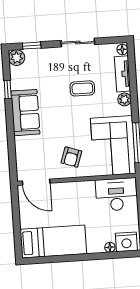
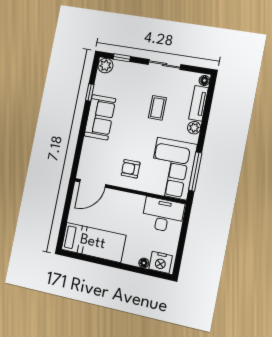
coffee table: (82, 88) -> (157, 108), turned 90
armchair: (71, 157) -> (131, 169), turned 71
door: (36, 182) -> (93, 183), hinge flipped

